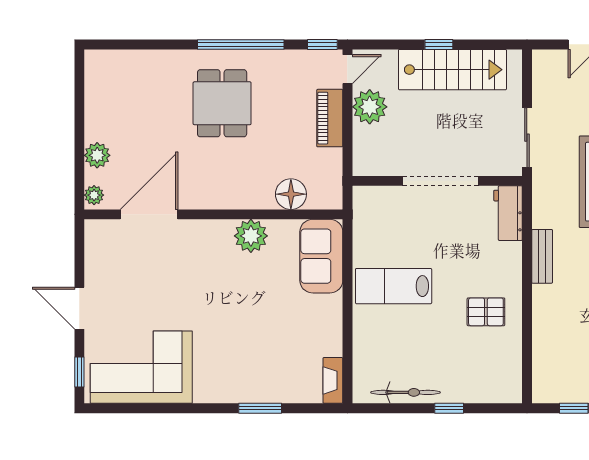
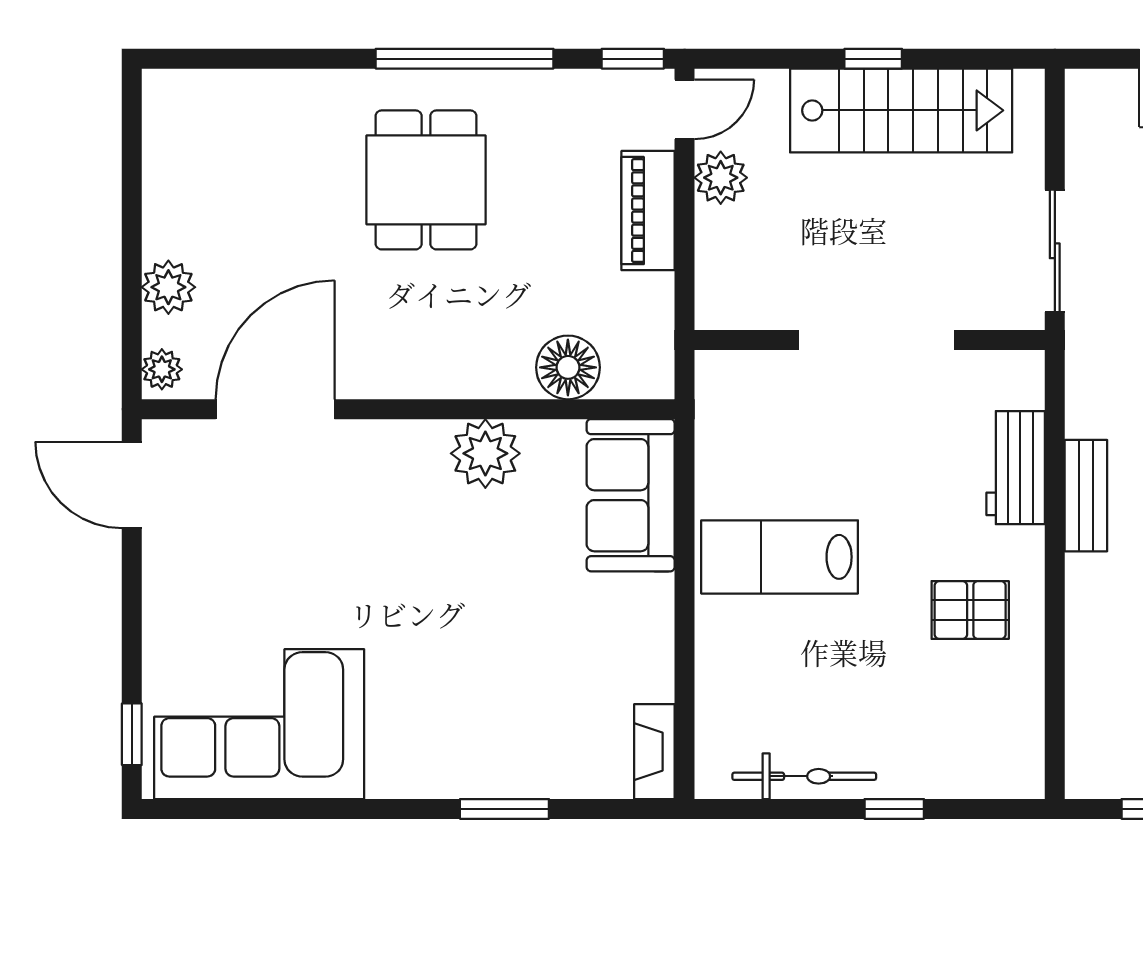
plant: (370, 107) -> (721, 178), width x0.73, depth x0.73
workbench: (508, 213) -> (1016, 468), moved
door: (79, 308) -> (132, 485), moved

